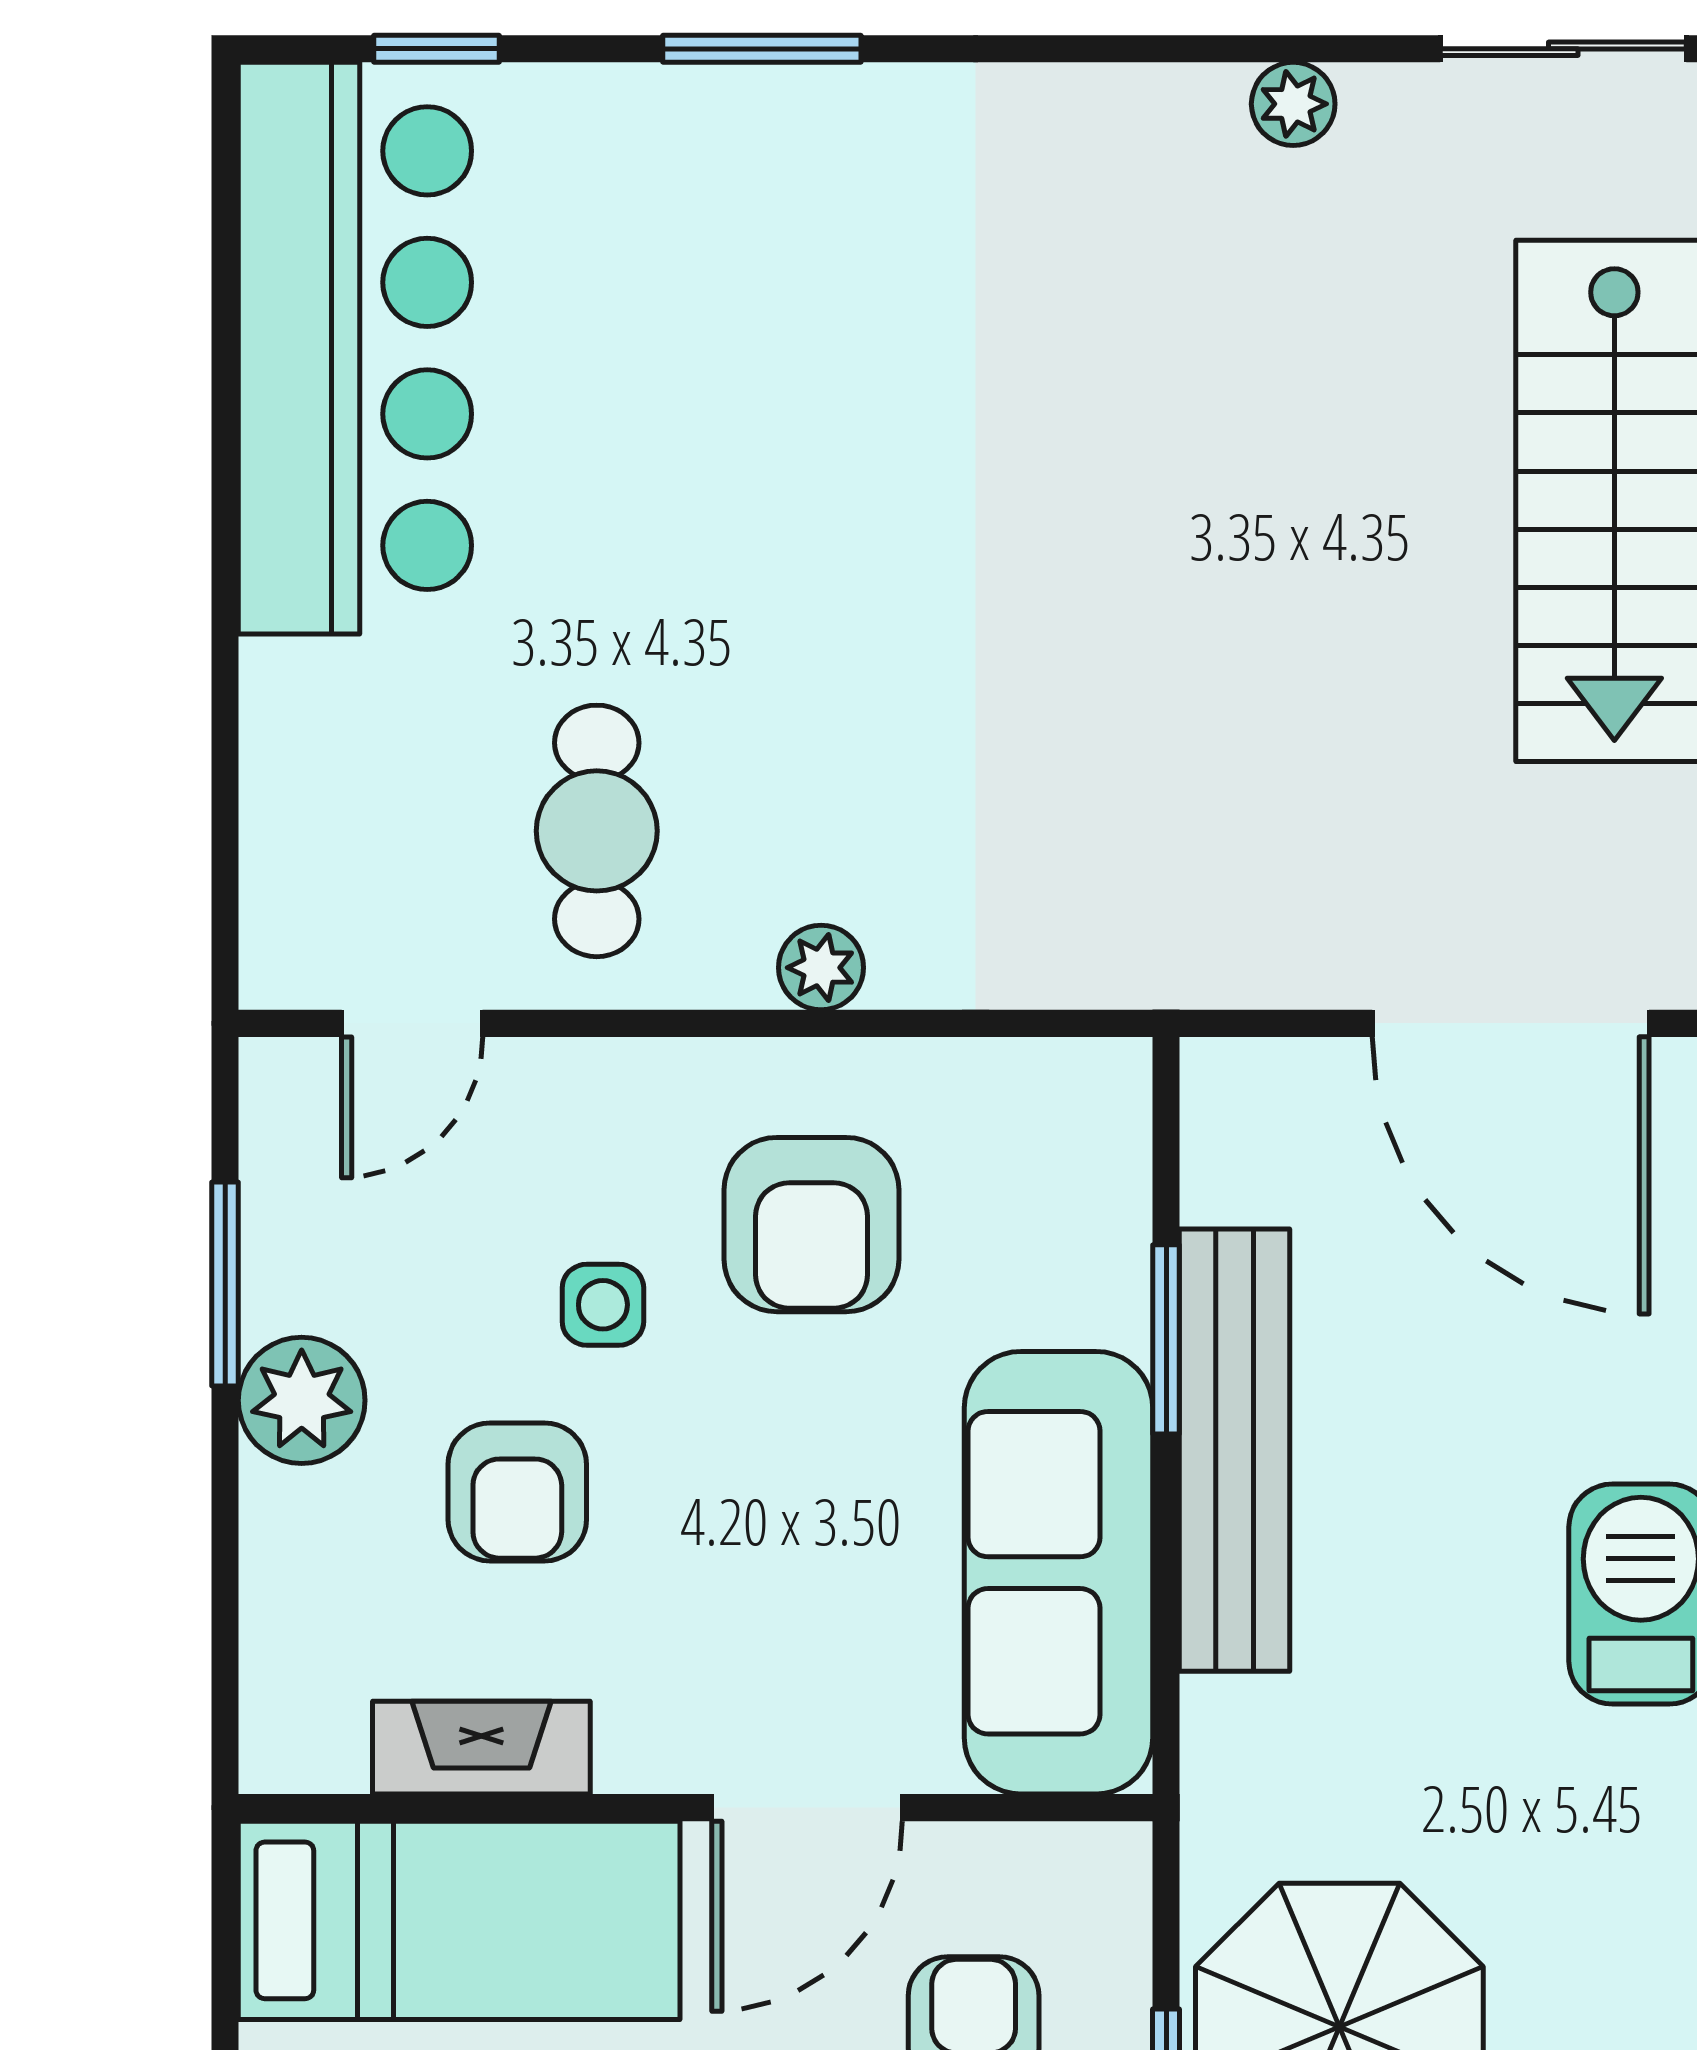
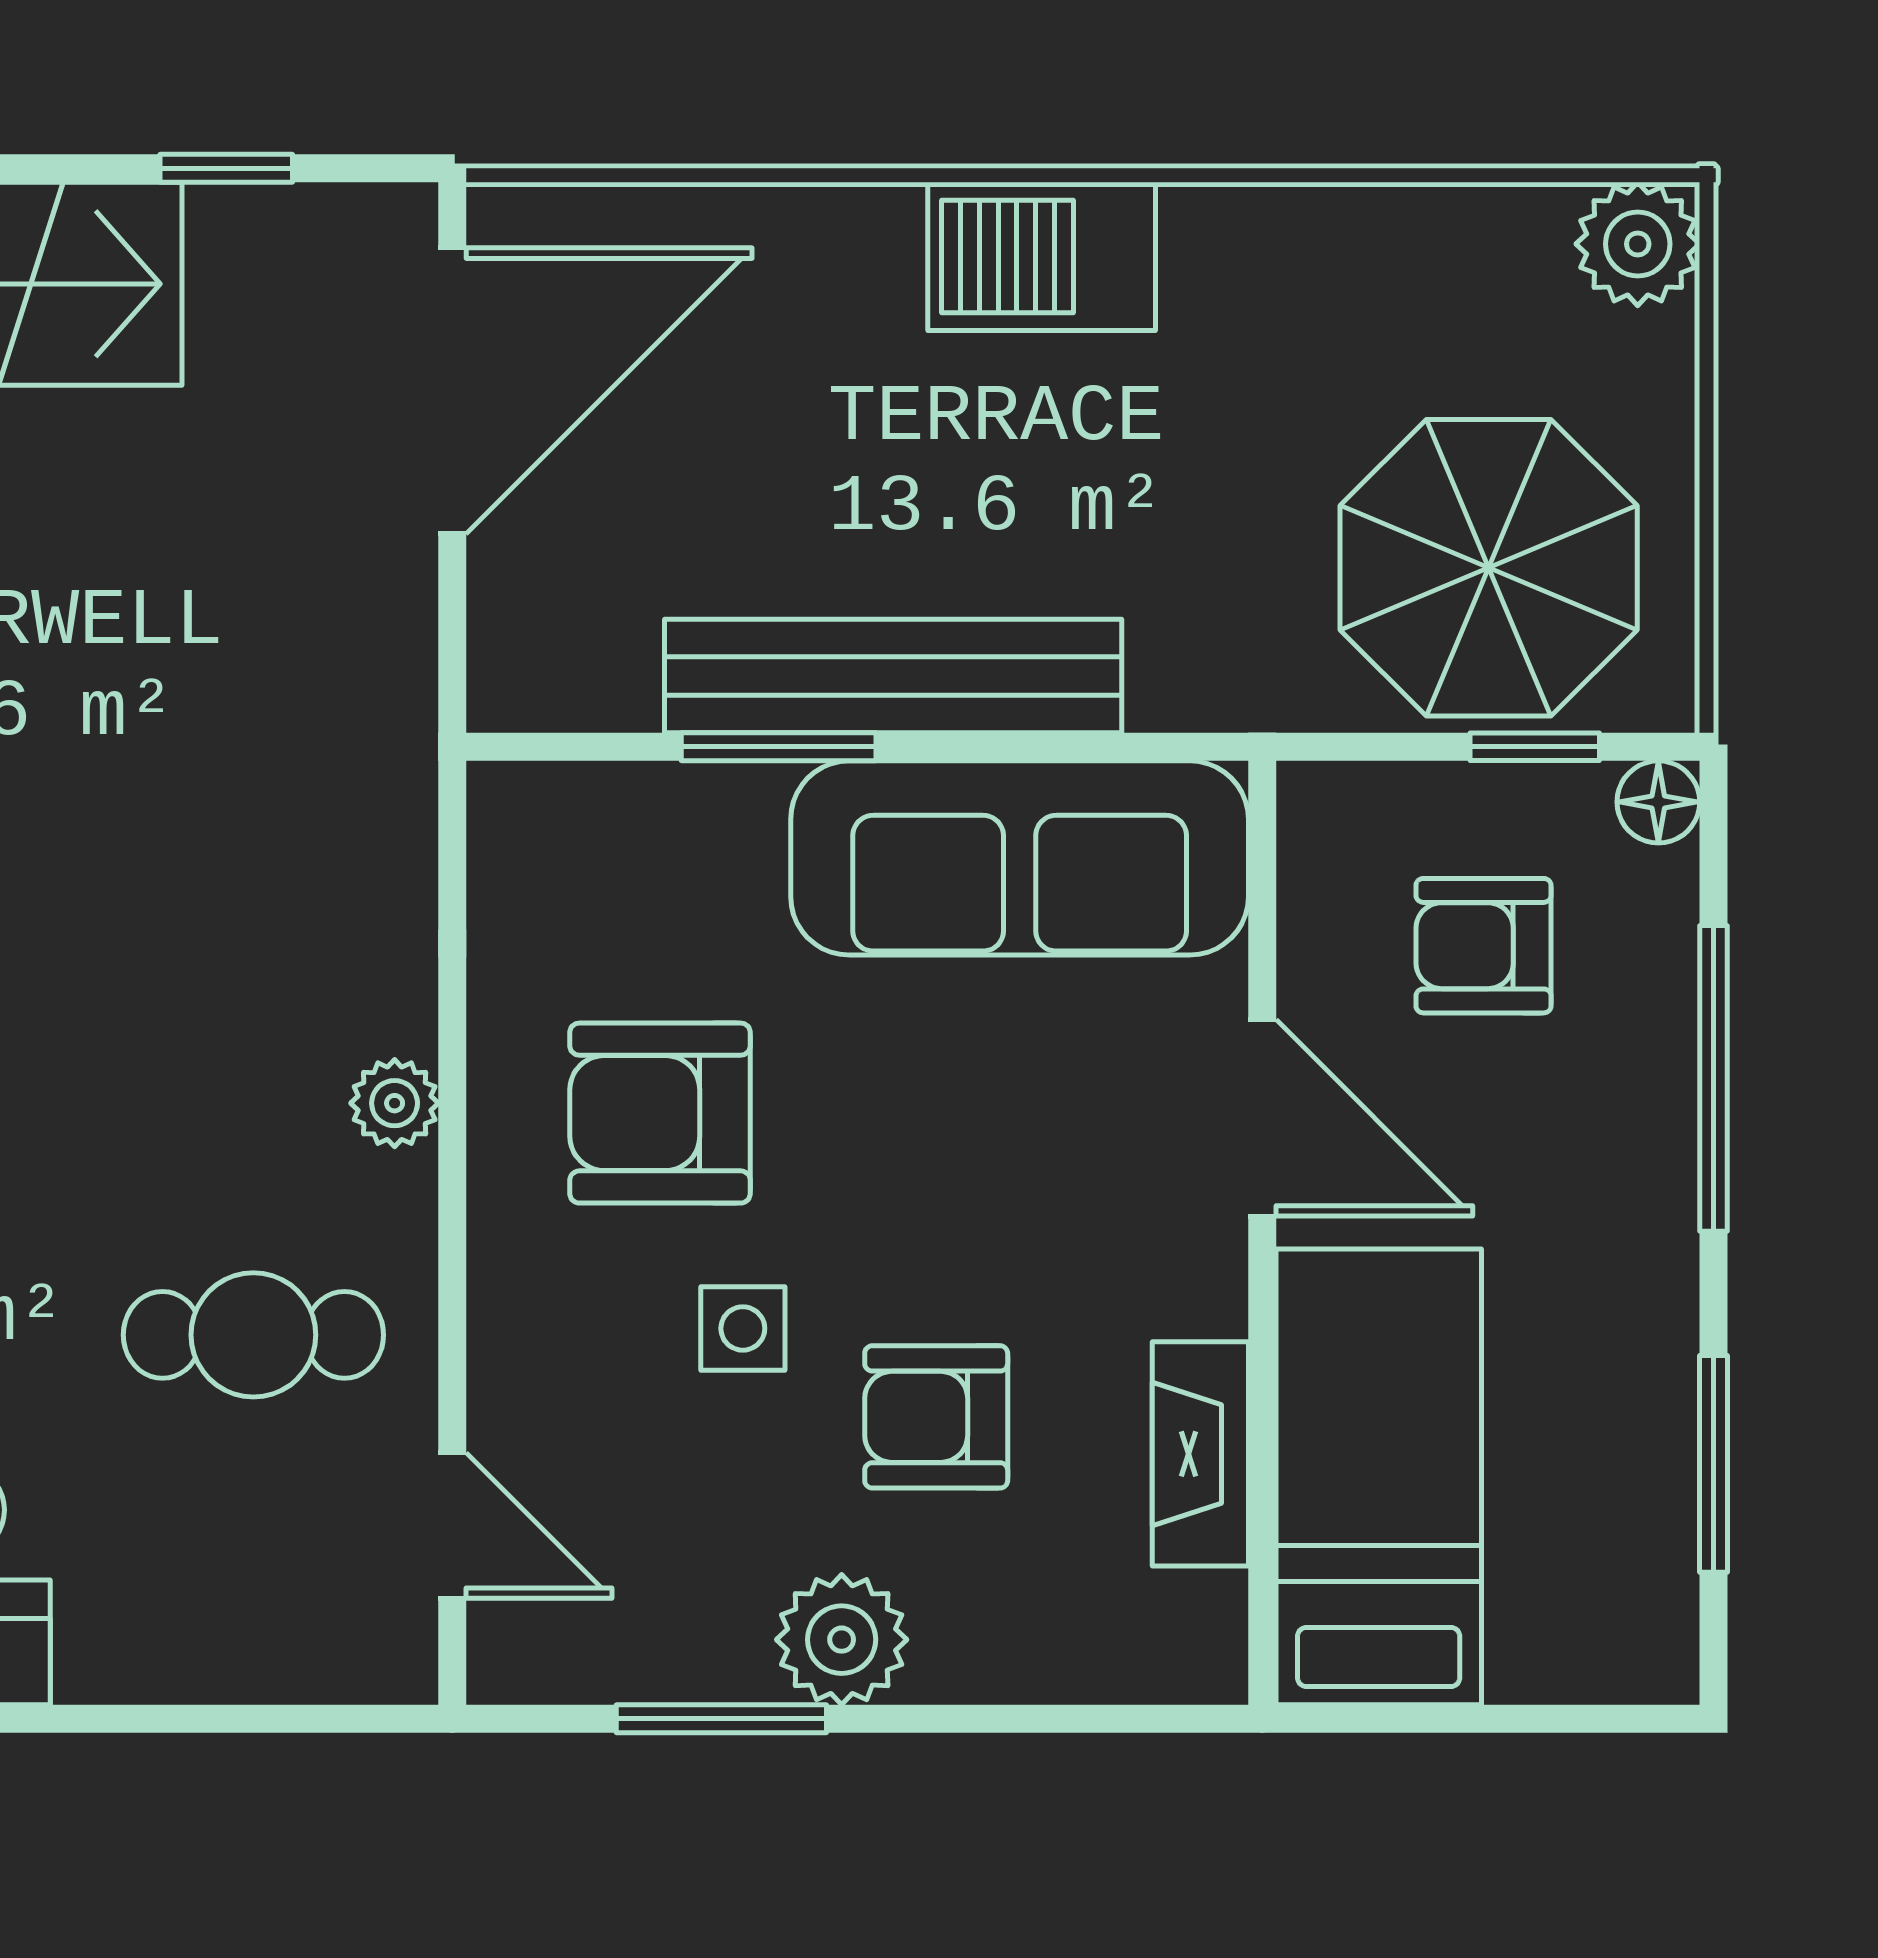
armchair: (812, 1225) -> (660, 1113), turned 180
armchair: (517, 1492) -> (936, 1417), turned 180

